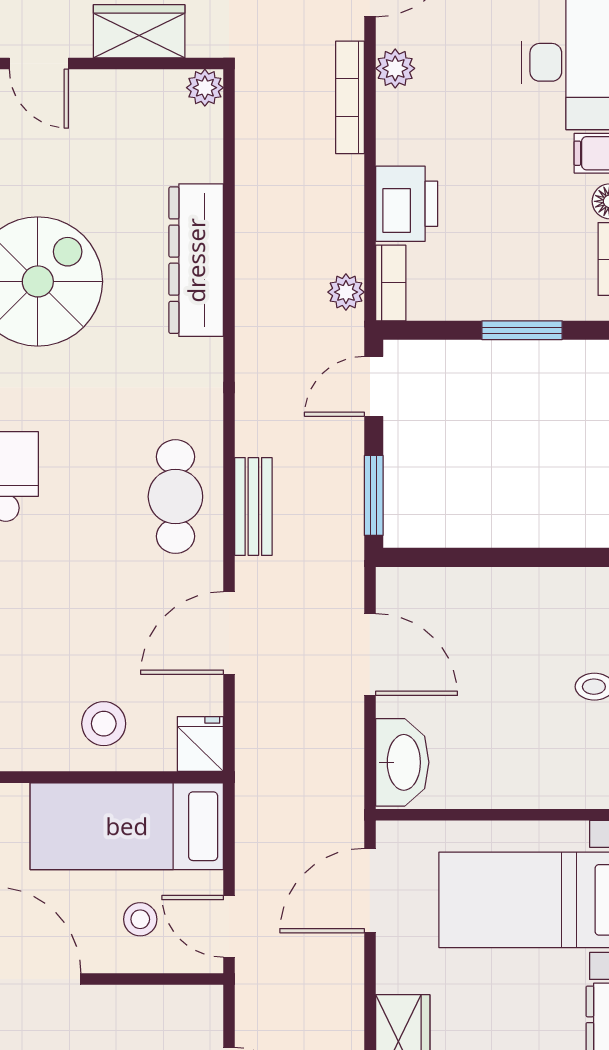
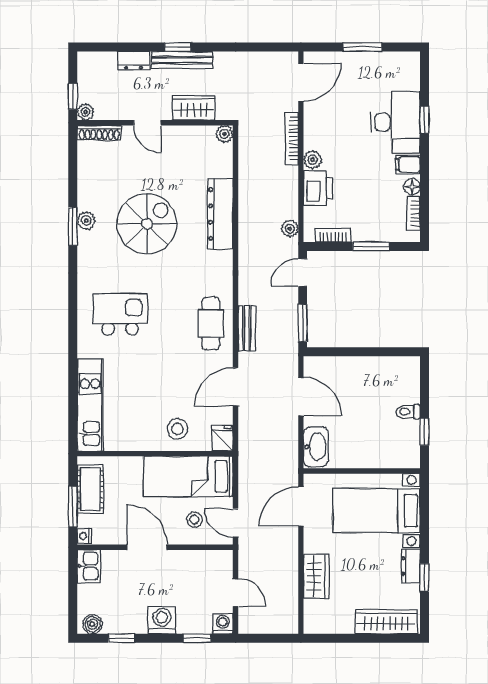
plant: (395, 68) -> (313, 160), moved
bookcase: (391, 283) -> (333, 235), moved, turned -90

